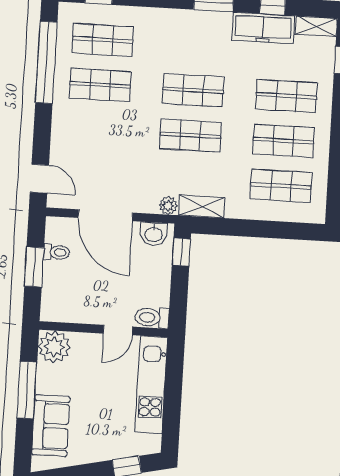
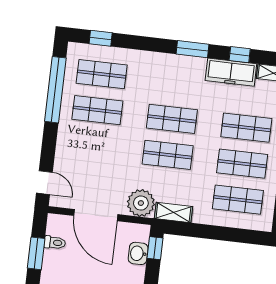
plant: (168, 206) -> (141, 203), width x1.88, depth x1.88
washbasin: (154, 234) -> (138, 253), moved, turned 90

